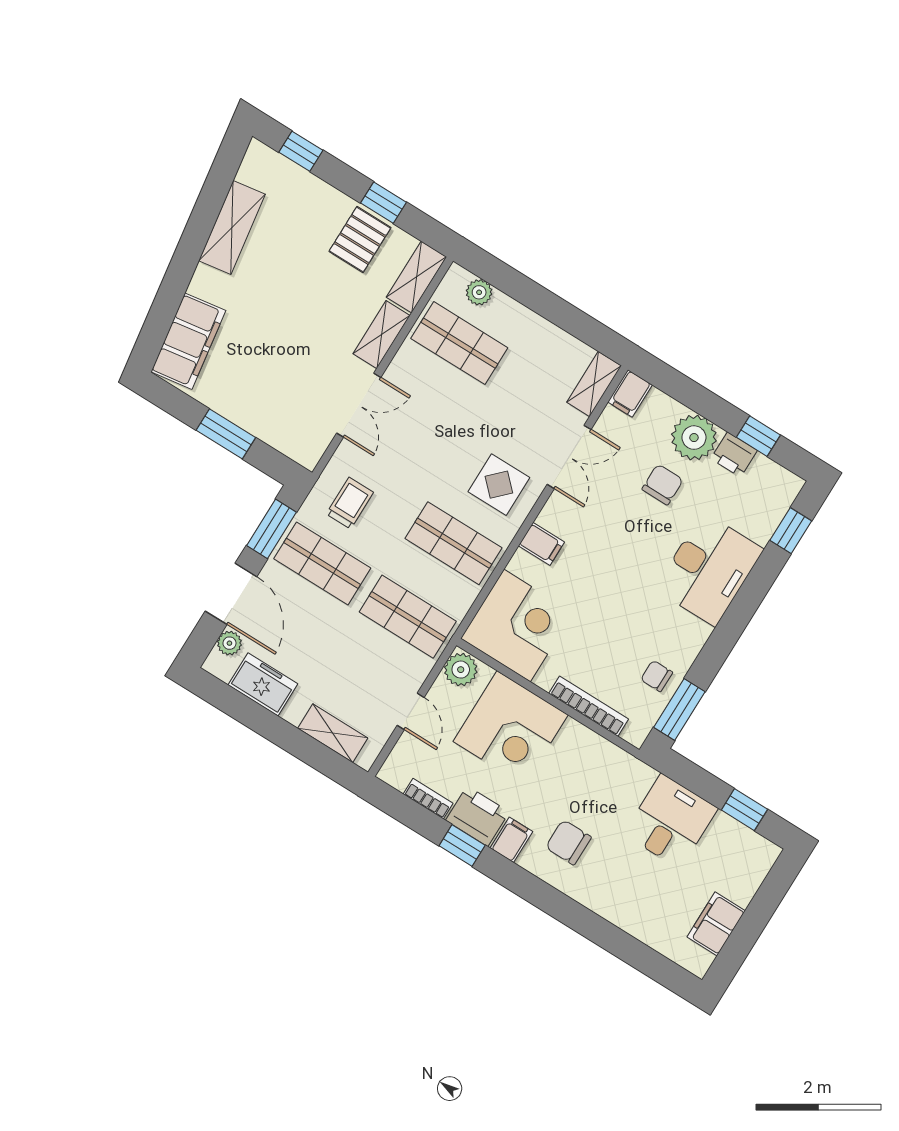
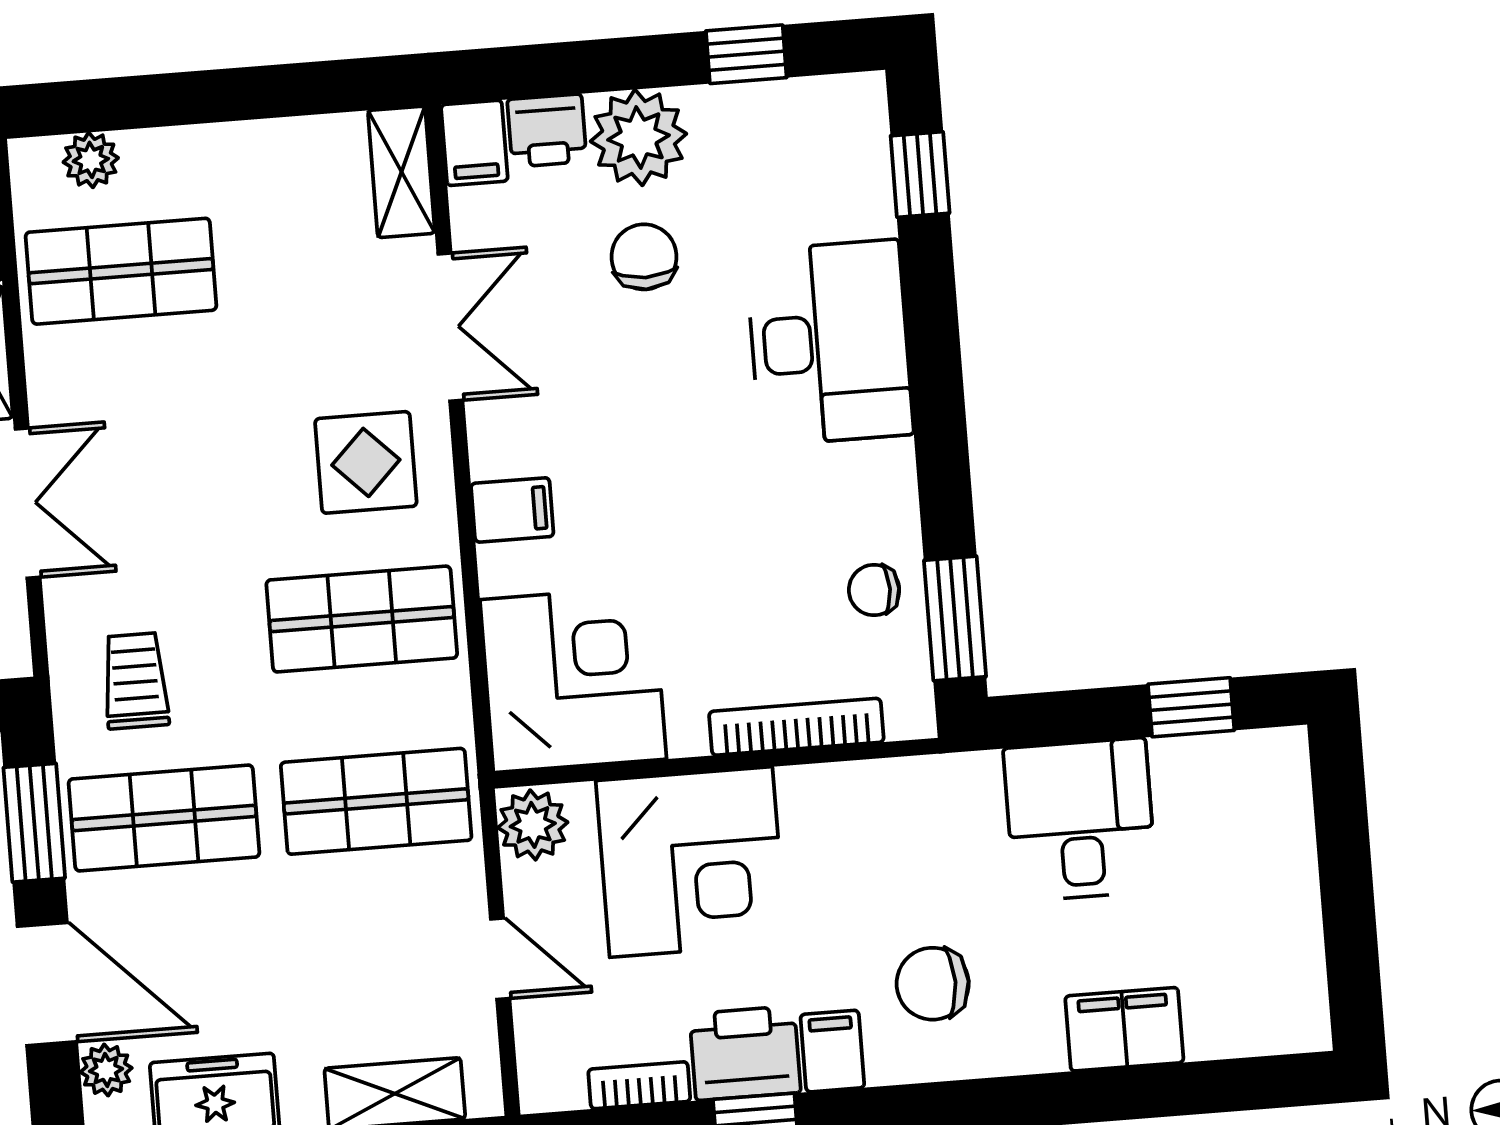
printer: (734, 455) -> (547, 130), moved
filing cabinet: (716, 924) -> (1124, 1029), moved, turned 90

